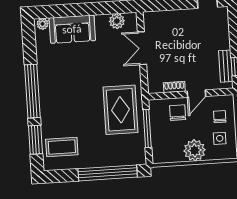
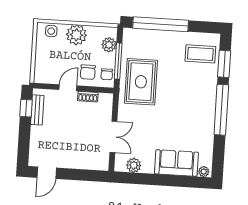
chair: (220, 117) -> (107, 74), moved
side table: (220, 138) -> (51, 31), moved
plant: (159, 144) -> (109, 45), added

